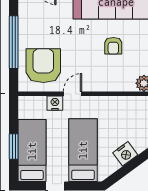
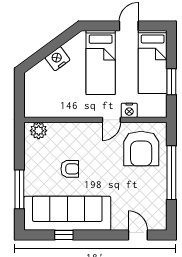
armchair: (113, 46) -> (70, 169), turned 90
window: (14, 147) -> (171, 82), moved

